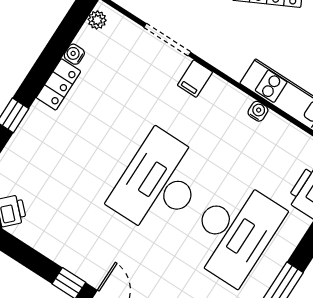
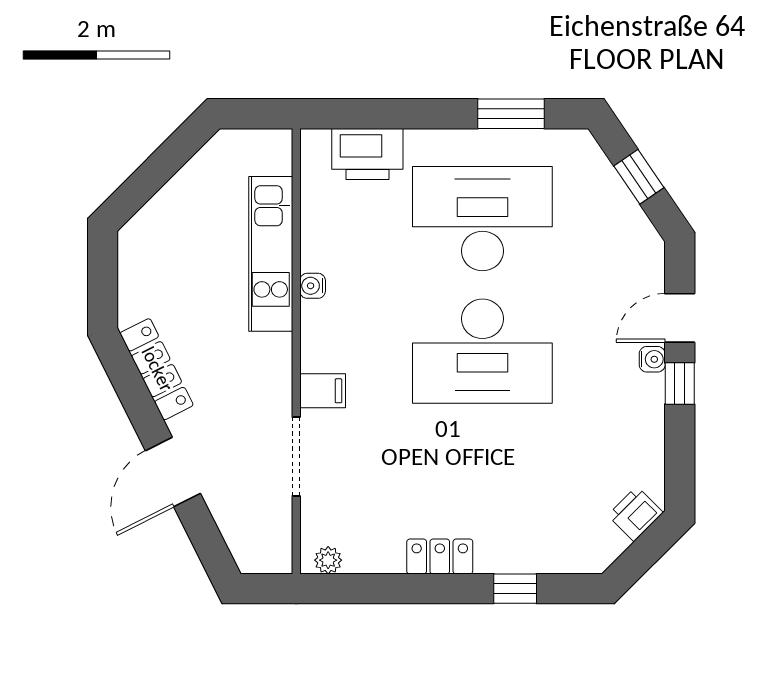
water cooler: (74, 54) -> (652, 359), moved, turned -90

